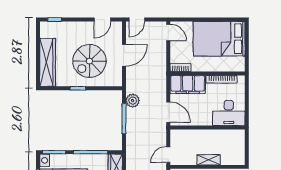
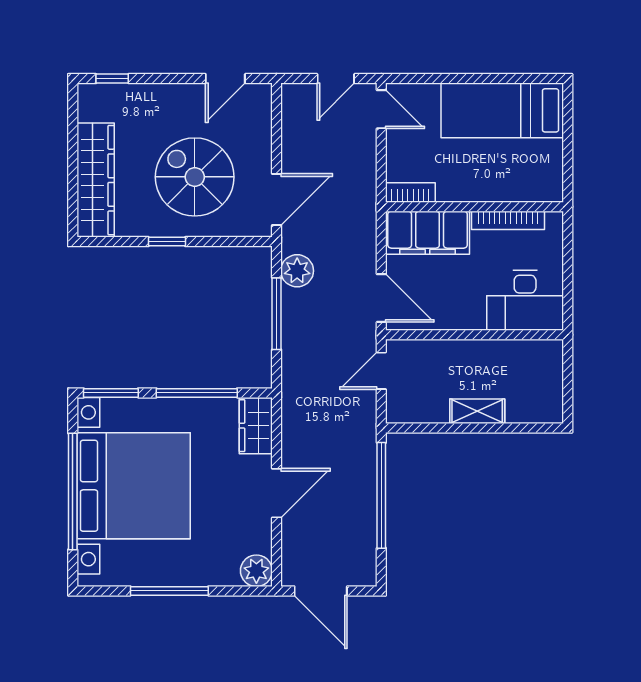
door: (137, 20) -> (336, 79), moved
bed: (219, 39) -> (502, 110), width x0.67
door: (124, 55) -> (277, 199), moved
spiral stairs: (89, 61) -> (195, 177), turned 90
door: (168, 155) -> (381, 371), moved

